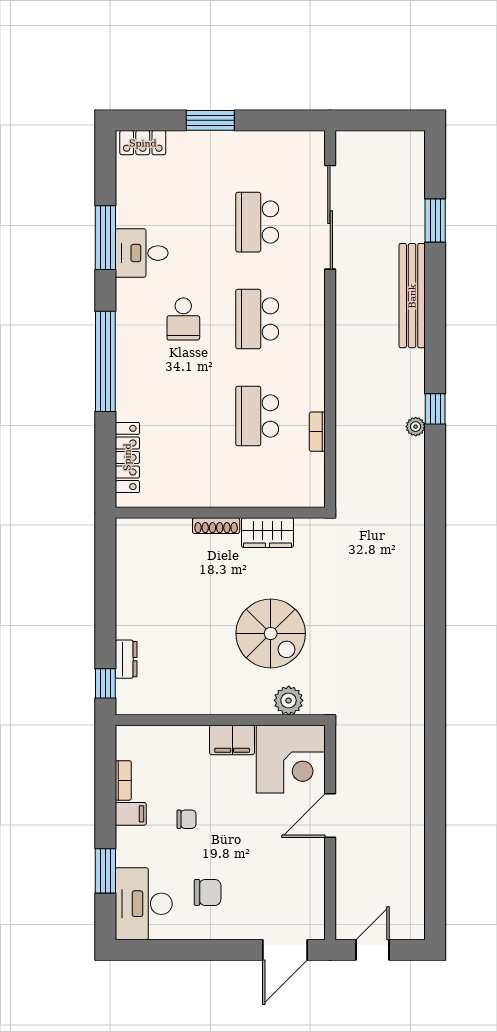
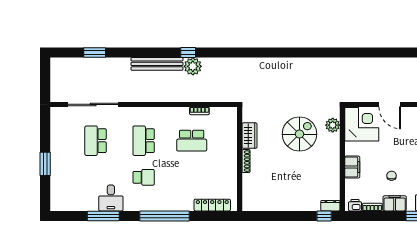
locker: (143, 143) -> (56, 197), removed
school desk: (257, 222) -> (96, 141), turned 90
bench: (412, 296) -> (157, 64), moved
school desk: (257, 319) -> (144, 141), turned 90
plant: (416, 427) -> (193, 66), width x1.87, depth x1.87
dresser: (126, 659) -> (330, 206), moved
filing cabinet: (232, 740) -> (352, 167), moved
printer: (127, 746) -> (355, 205), added
filing cabinet: (131, 814) -> (395, 203), width x2.00

